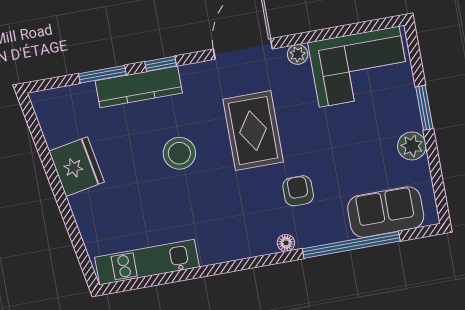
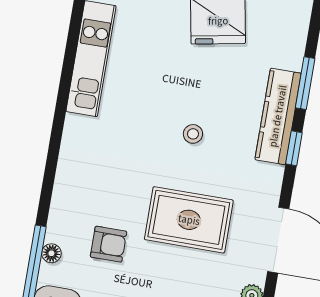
stool: (179, 153) -> (193, 134), width x0.53, depth x0.53
floor lamp: (286, 243) -> (51, 253), moved

